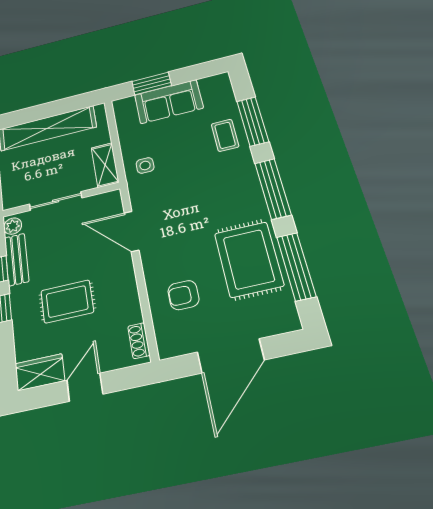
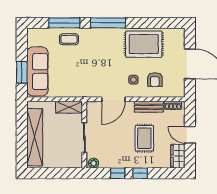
sofa: (169, 101) -> (37, 72), width x1.36
side table: (145, 165) -> (133, 80), moved
bench: (17, 259) -> (149, 107), moved
window: (296, 266) -> (153, 23), removed

